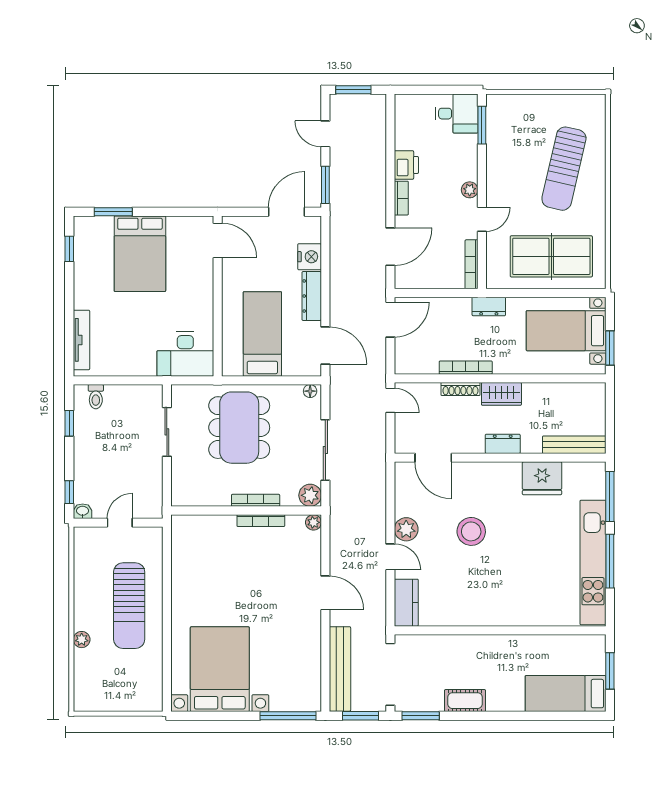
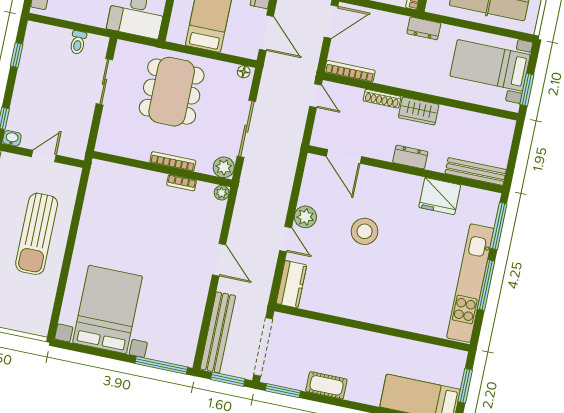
bookcase: (466, 368) -> (350, 71), moved
toilet: (96, 397) -> (78, 42), moved
bookcase: (261, 521) -> (182, 183), width x0.64

